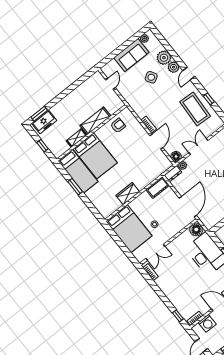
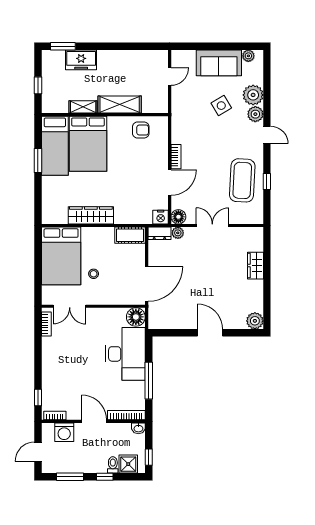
door: (189, 74) -> (267, 135), swing flipped
freezer: (44, 122) -> (81, 60), moved
nightstand: (166, 164) -> (161, 217), added
wardrobe: (128, 194) -> (91, 215), width x1.50

